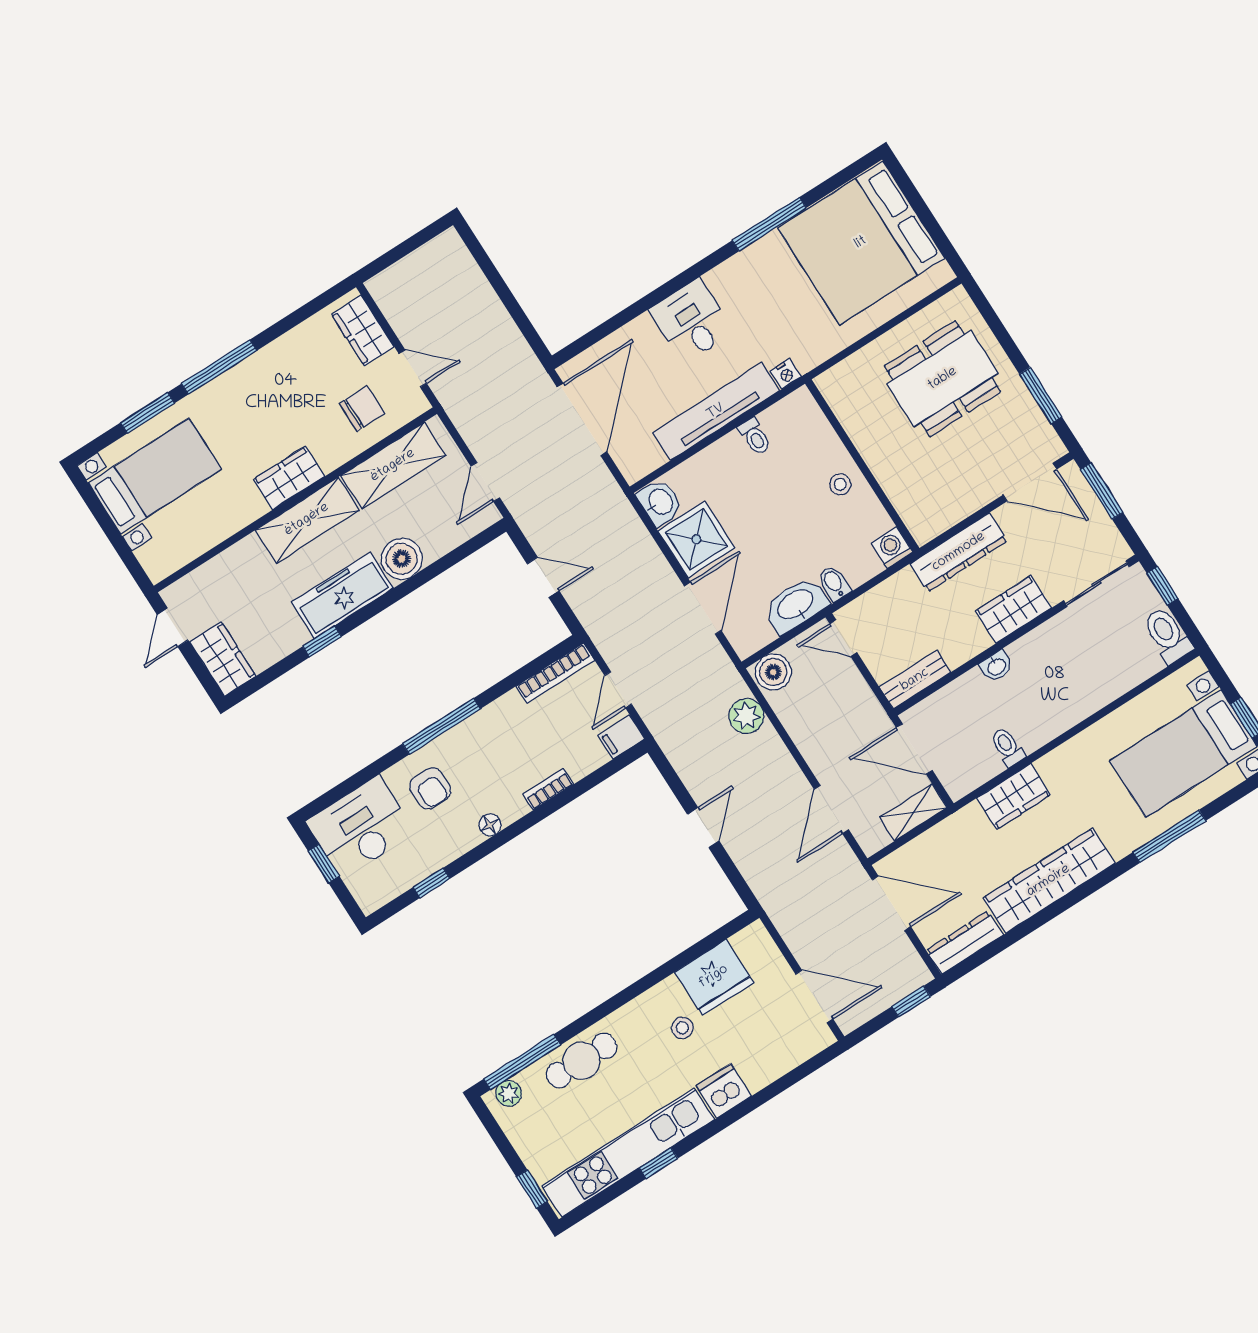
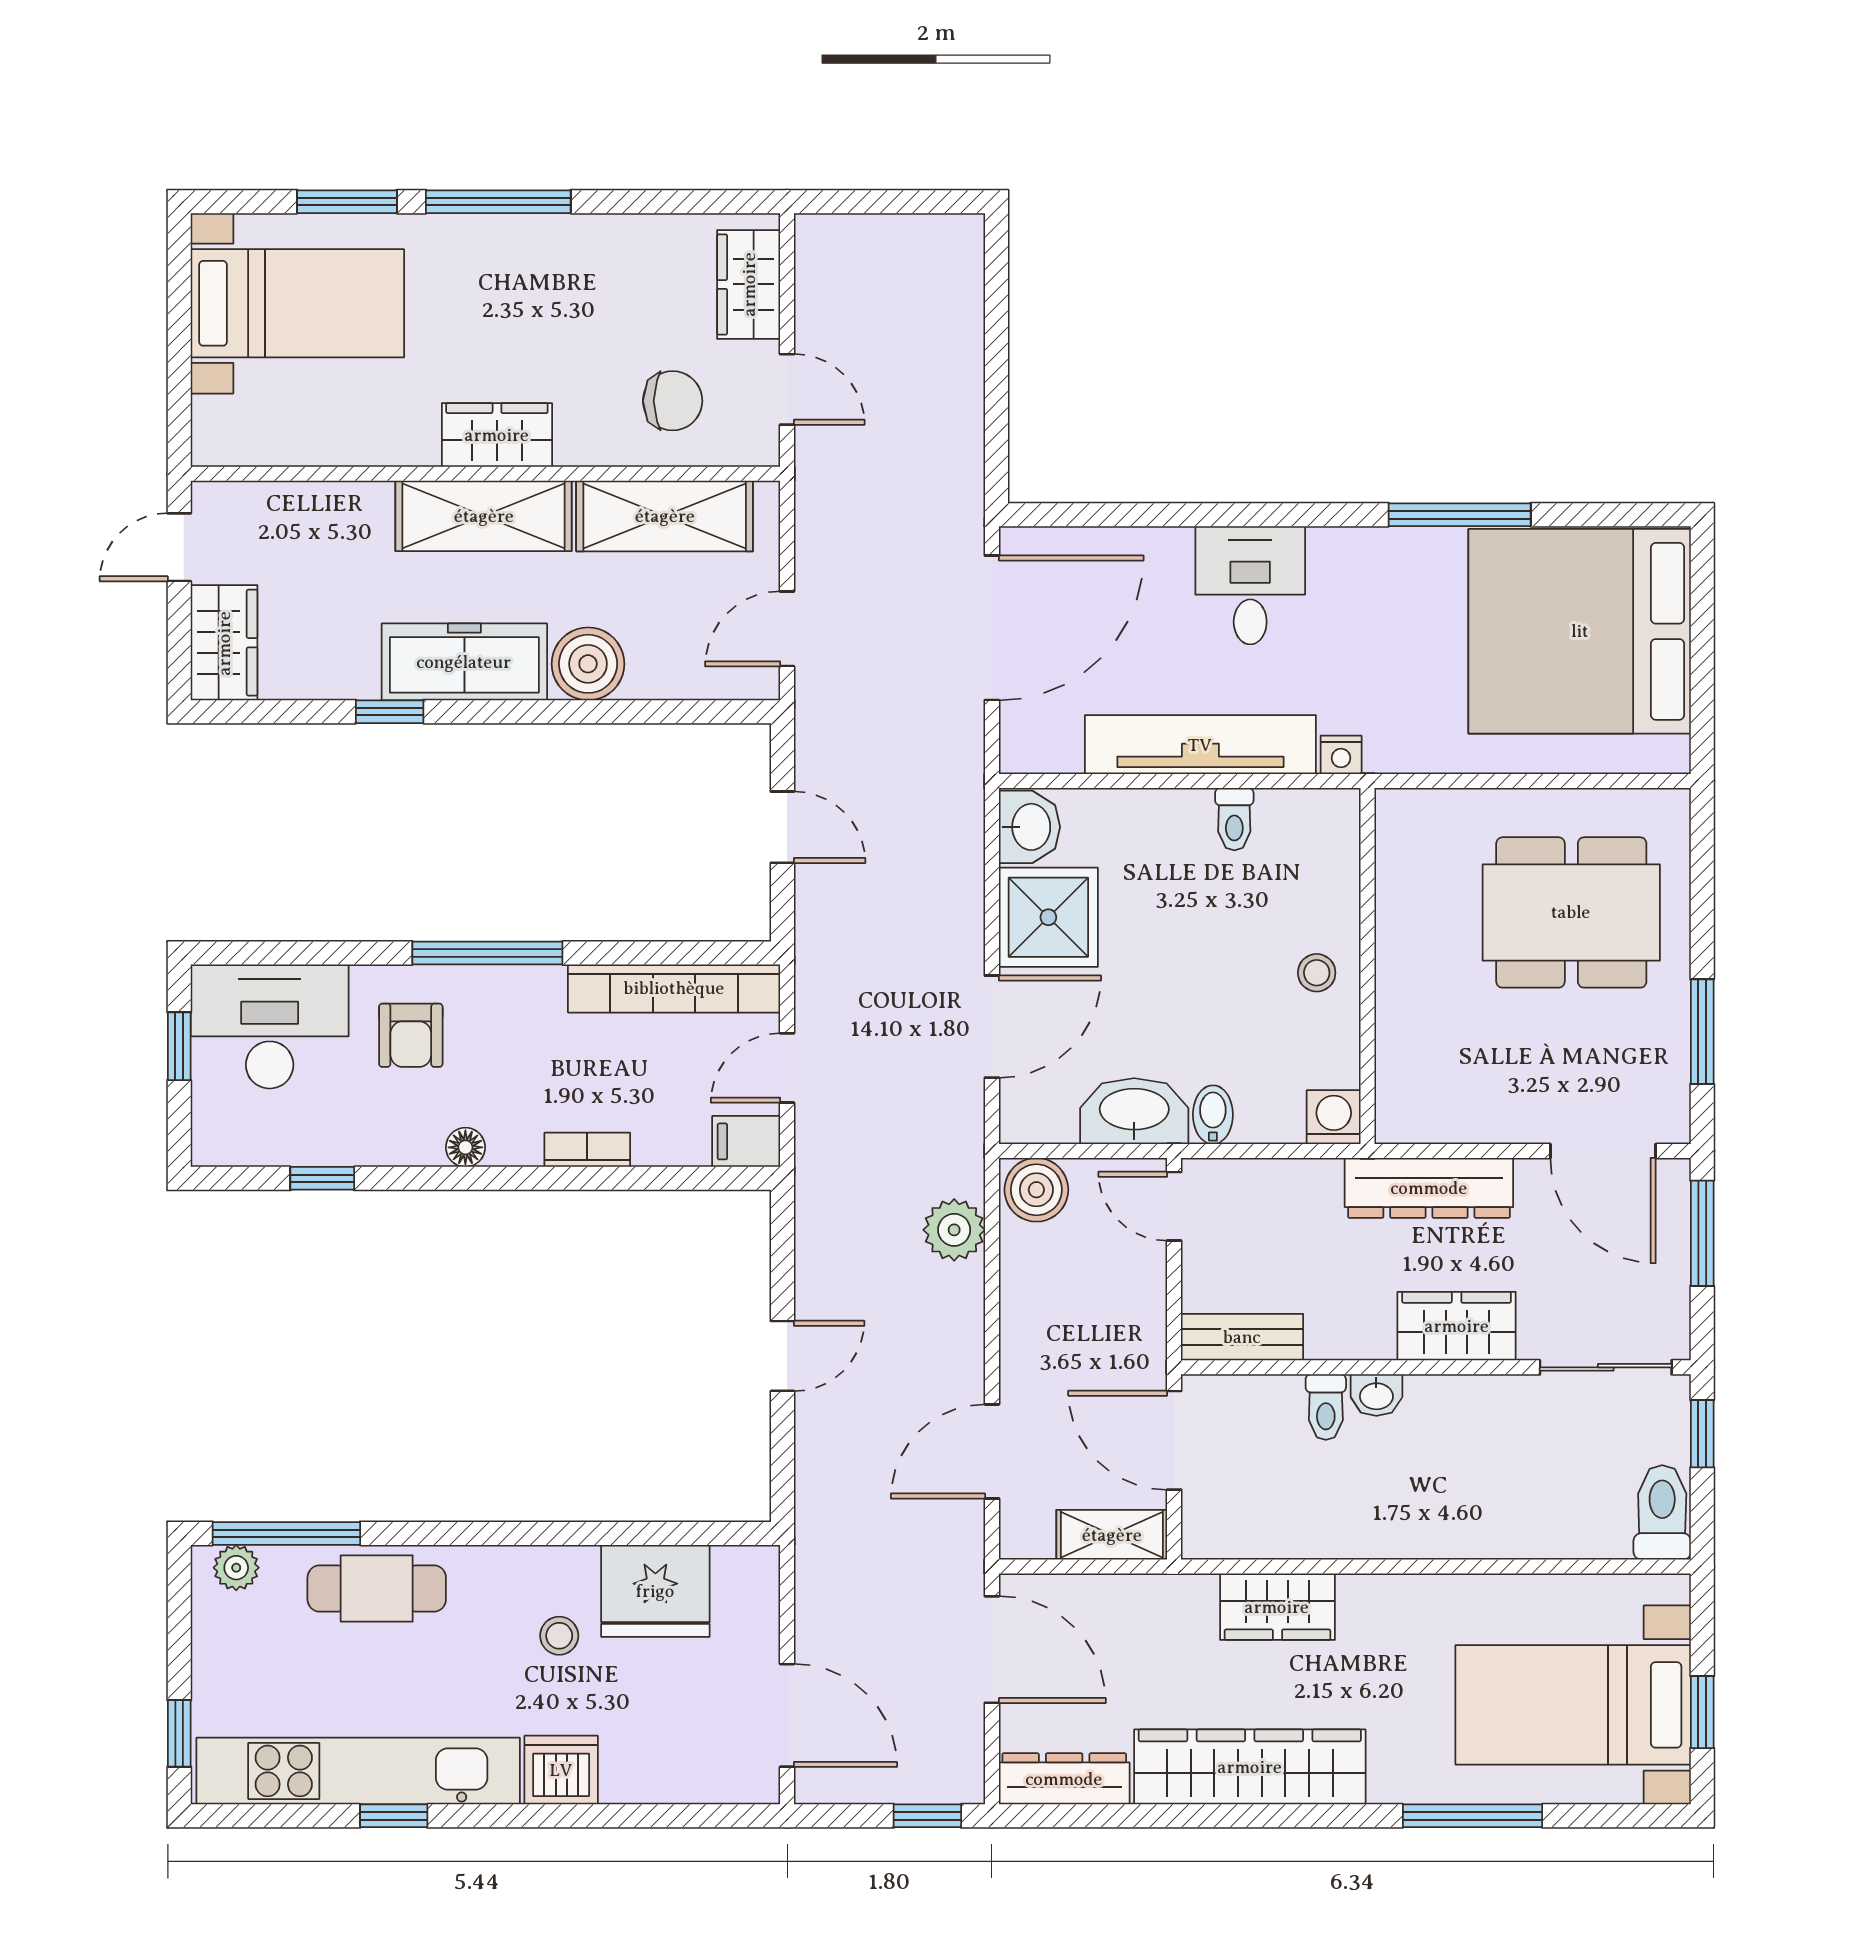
bookcase: (555, 673) -> (674, 988), width x1.48, depth x1.31
toilet: (1007, 747) -> (1326, 1407), moved, turned 180

